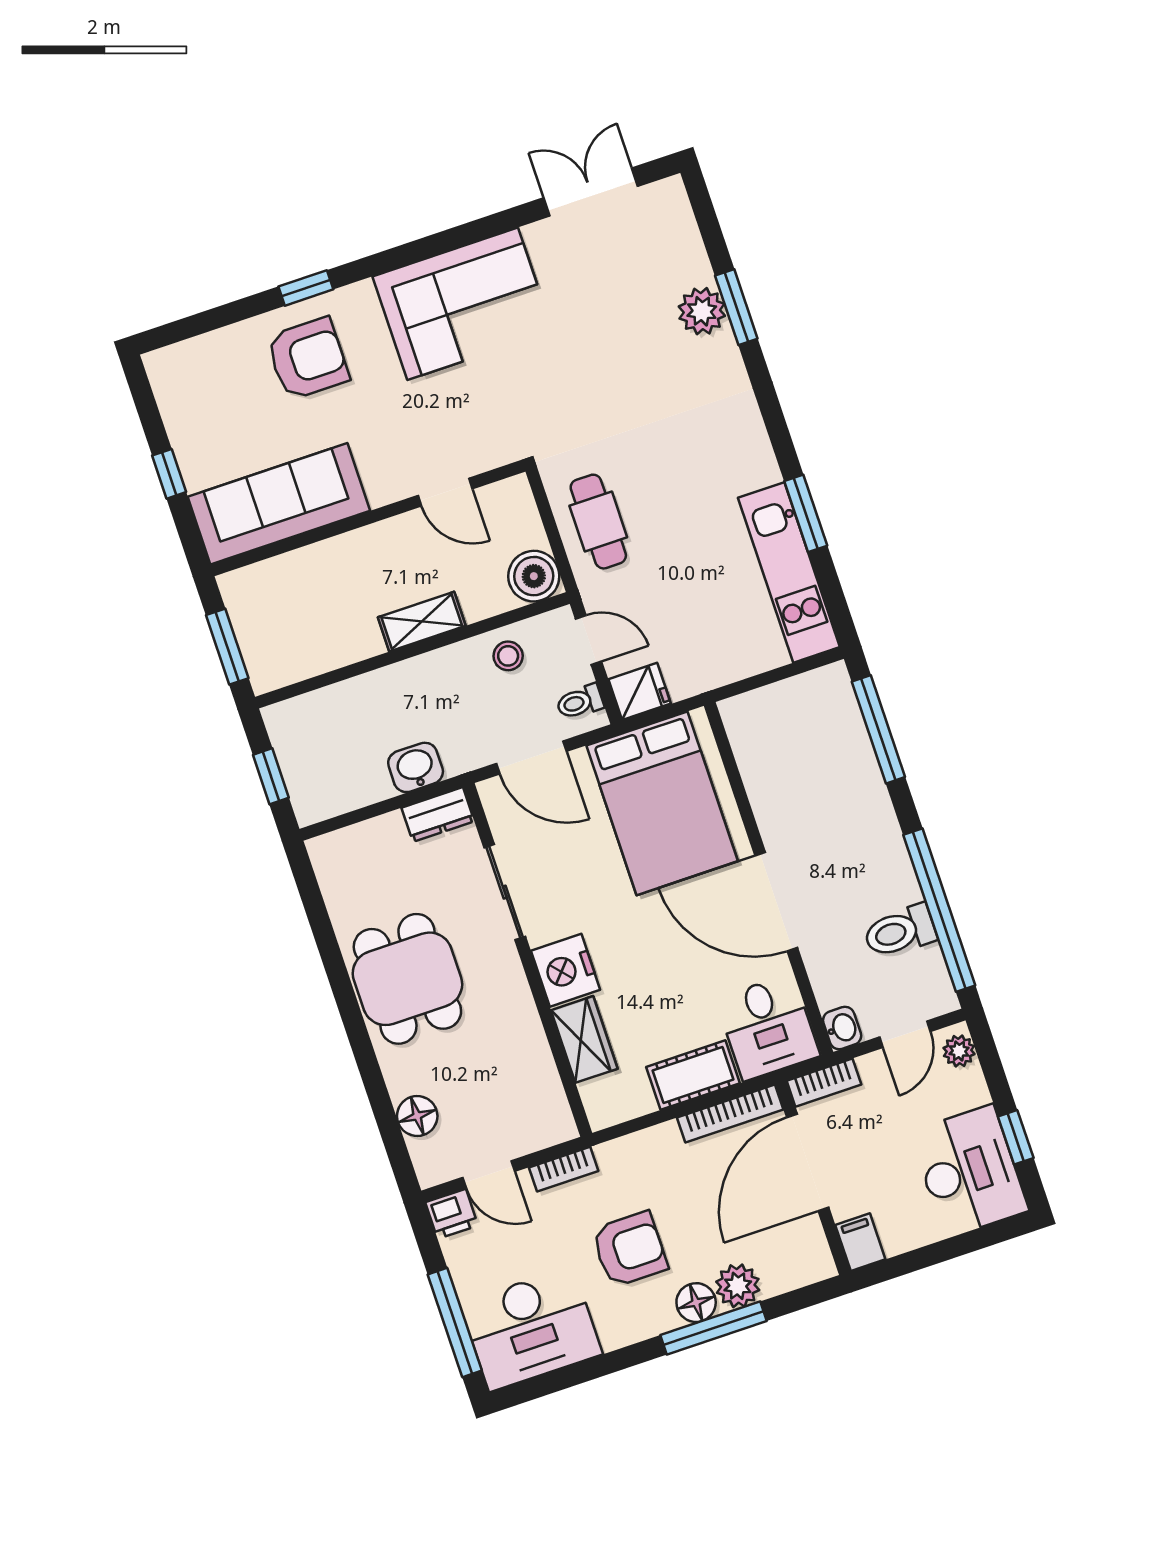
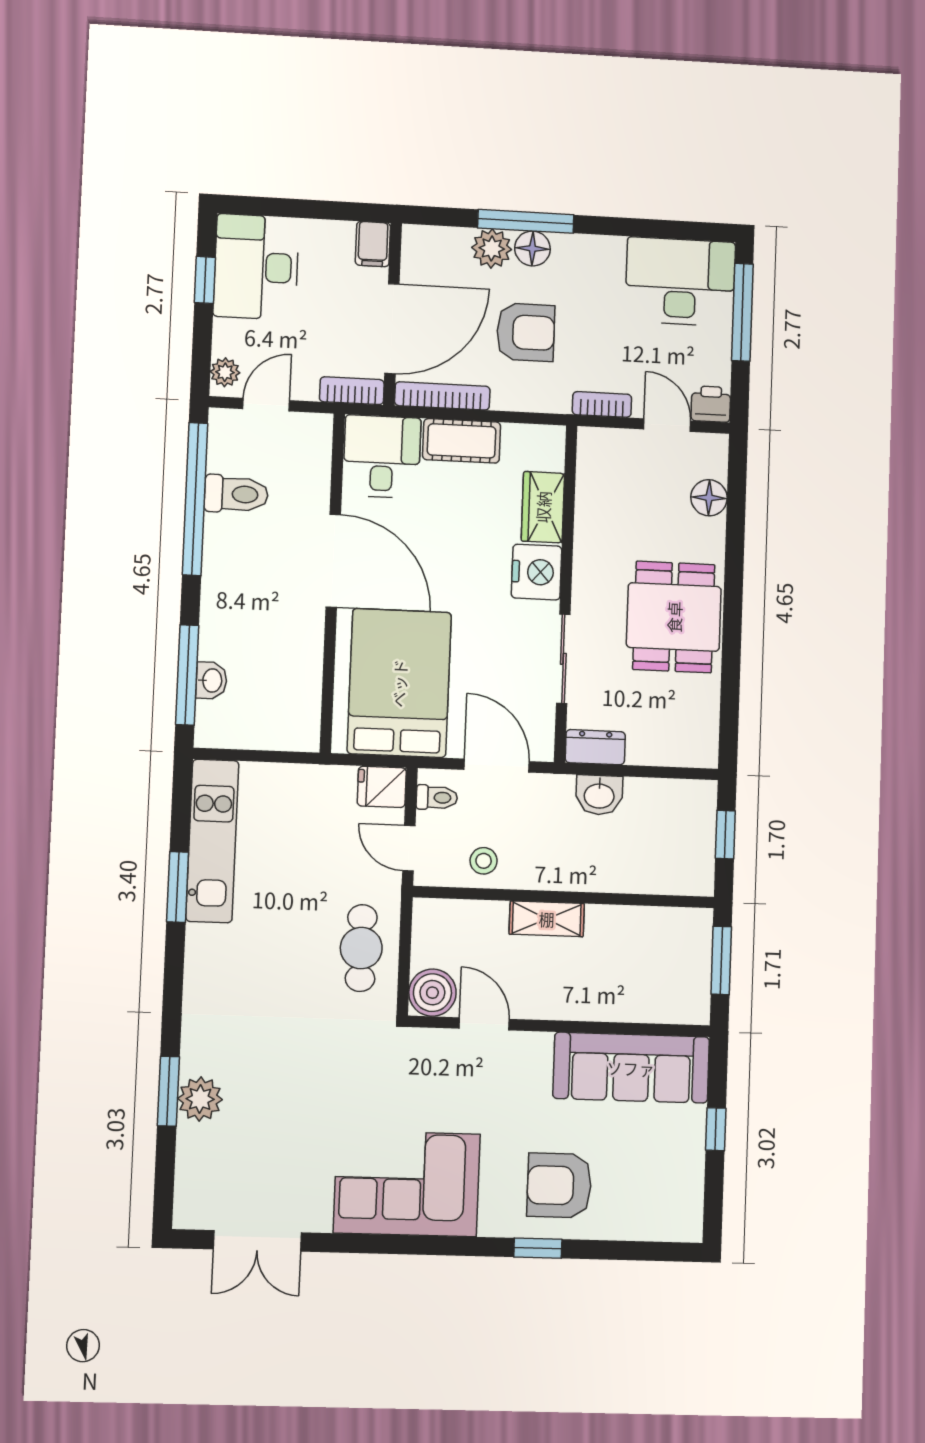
boiler: (534, 576) -> (432, 993), moved
washbasin: (842, 1028) -> (211, 680), moved, turned 180
armchair: (630, 1249) -> (526, 332), moved, turned 180

